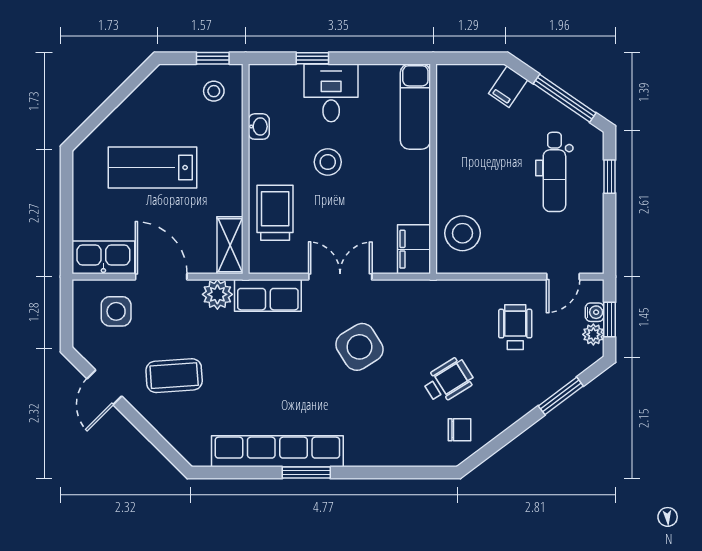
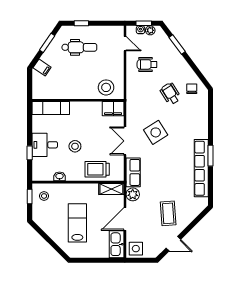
window: (565, 98) -> (47, 43), width x0.69
lab bench: (152, 167) -> (77, 223), turned 180
side table: (116, 311) -> (136, 249), moved

